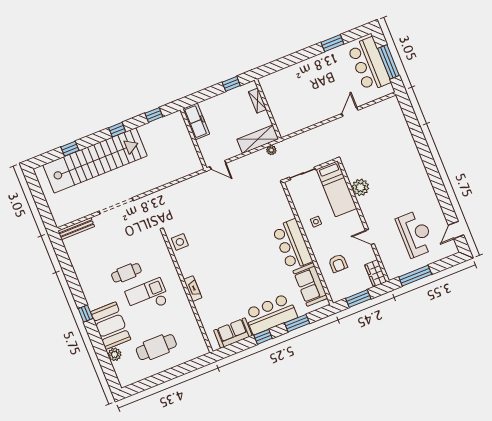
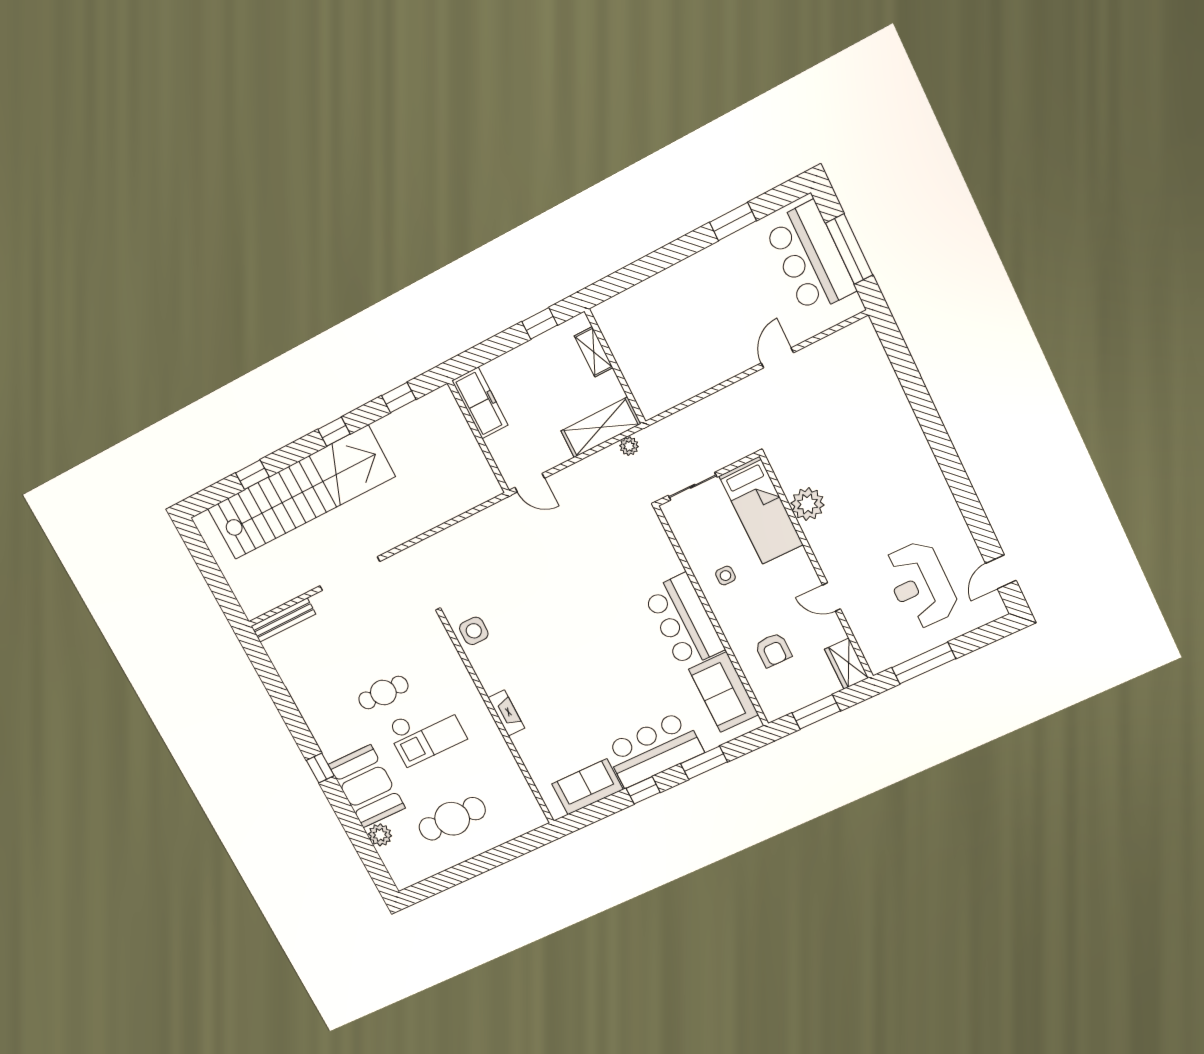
reception desk: (415, 234) -> (920, 585), turned 180
checkout: (147, 297) -> (426, 732), turned 180

